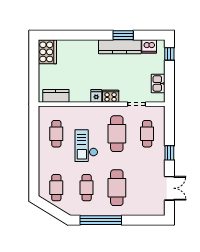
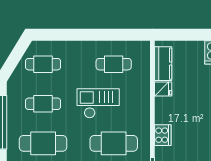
fridge: (96, 96) -> (163, 89), moved

